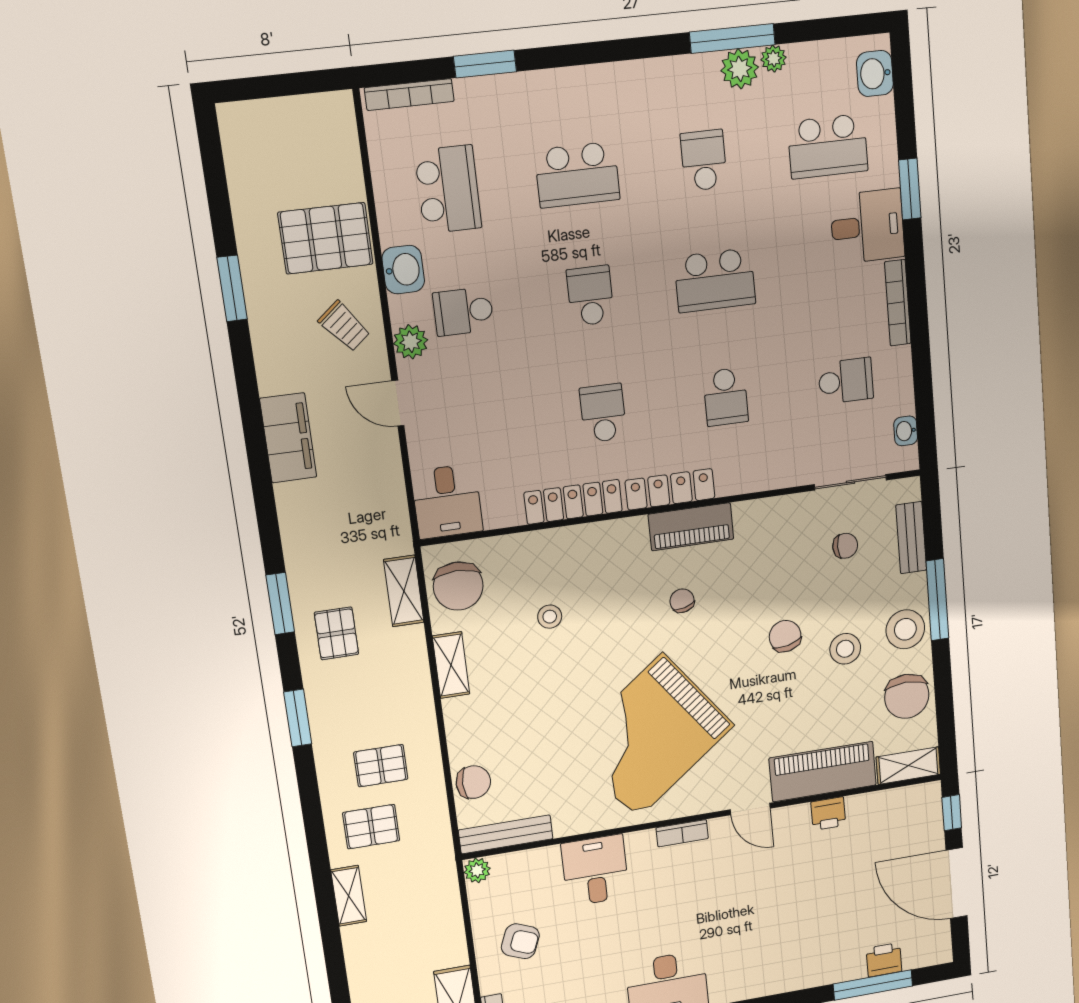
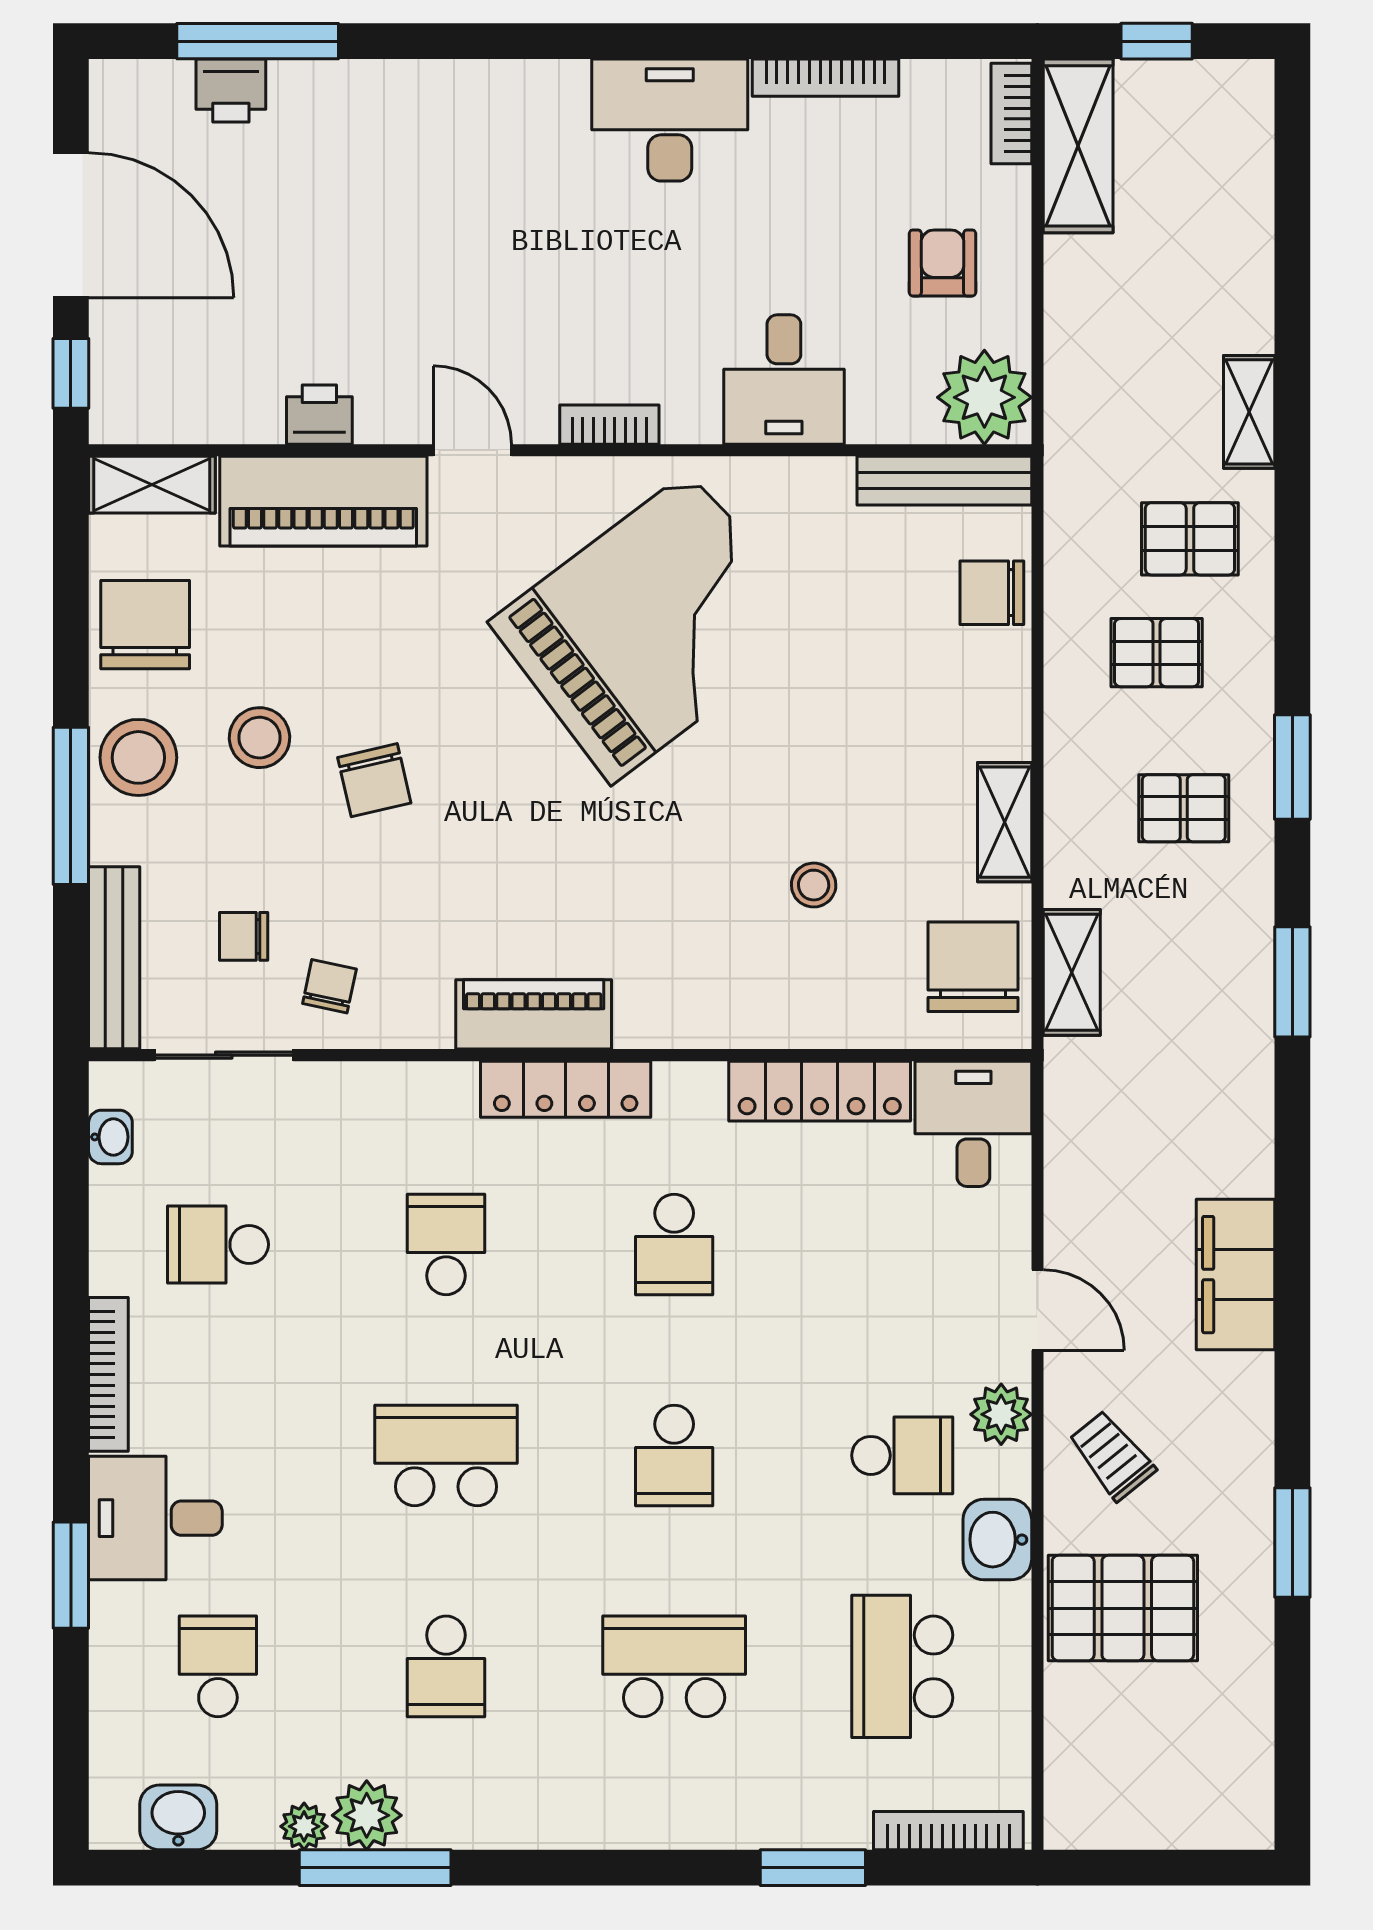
washbasin: (875, 74) -> (178, 1817), moved, turned -90
school desk: (828, 146) -> (218, 1666), width x0.54
locker: (573, 502) -> (820, 1091), moved
bench: (911, 538) -> (114, 958), width x1.36
chair: (682, 601) -> (329, 986), moved, turned -153
pallet: (336, 633) -> (1184, 808), moved, turned 90
plant: (477, 870) -> (984, 397), width x1.87, depth x1.87
armchair: (520, 941) -> (942, 263), turned 68

